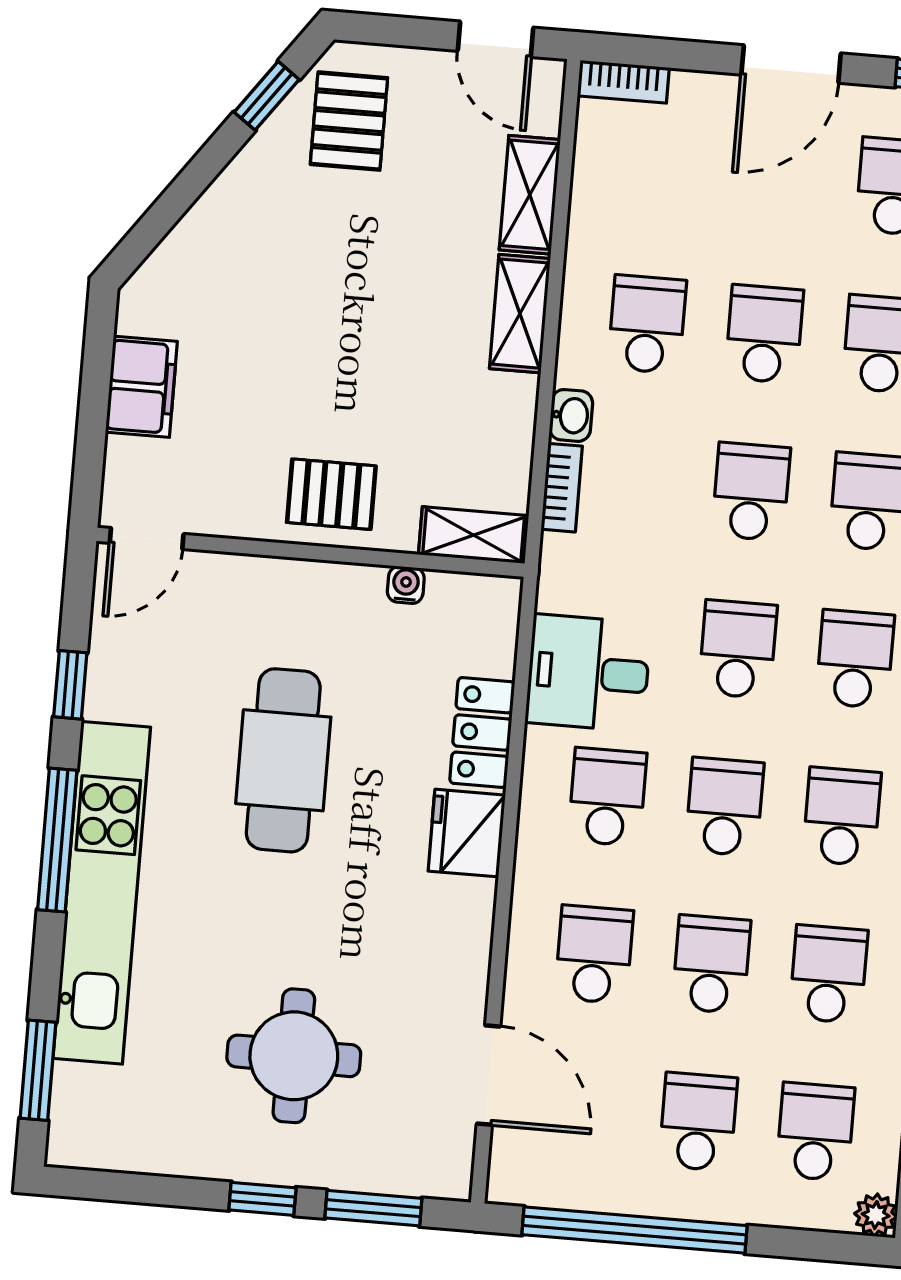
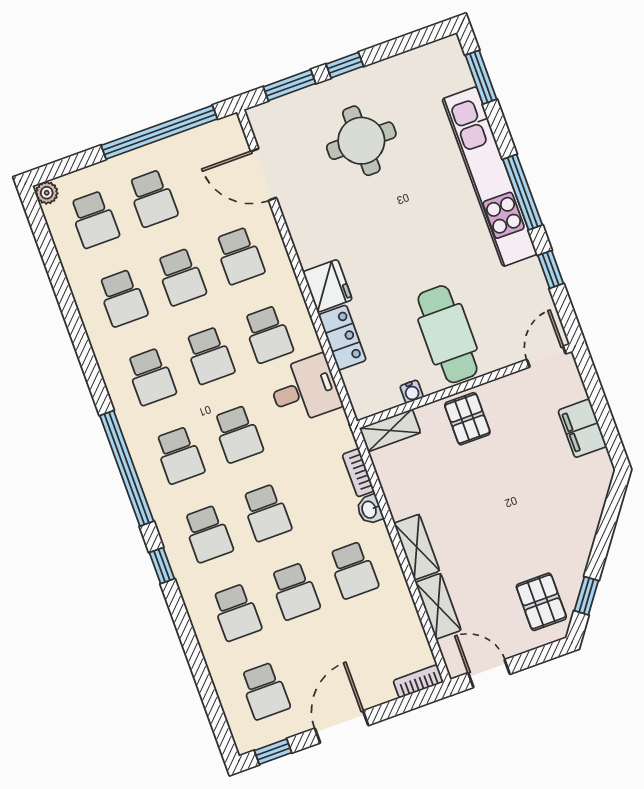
pallet: (331, 494) -> (467, 419), turned 90
cafe table: (283, 760) -> (448, 334), moved

